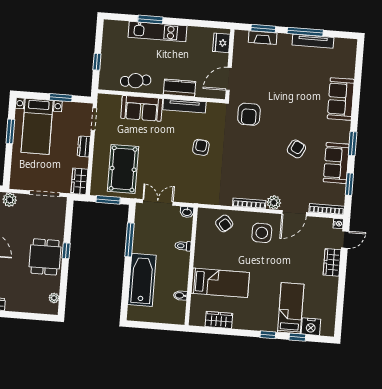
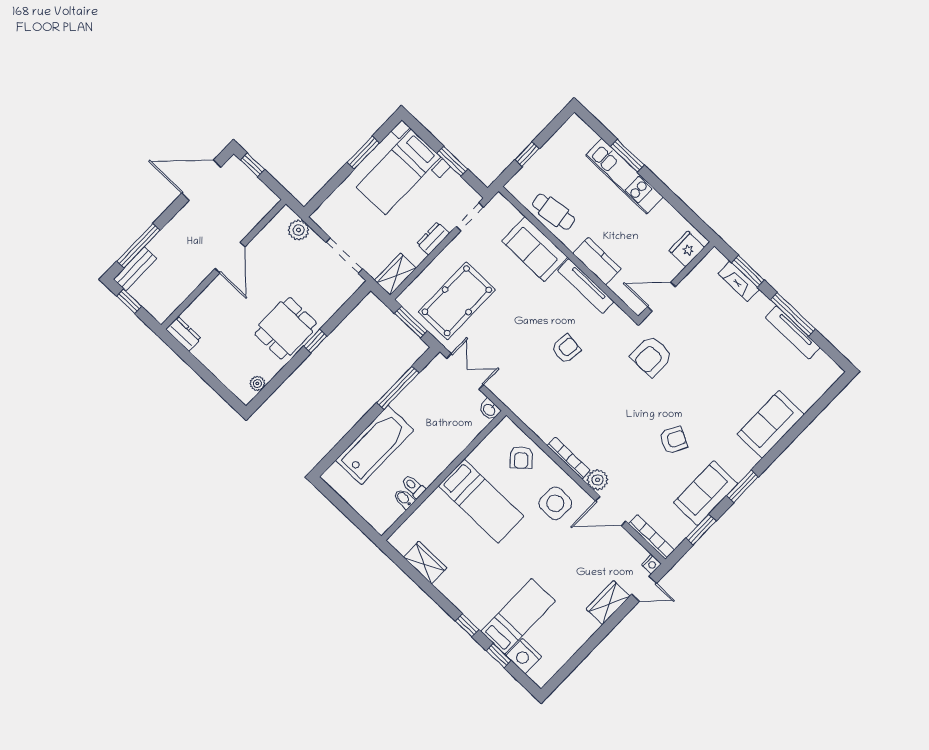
toilet: (183, 246) -> (413, 486), moved
bed: (220, 283) -> (481, 501), moved

